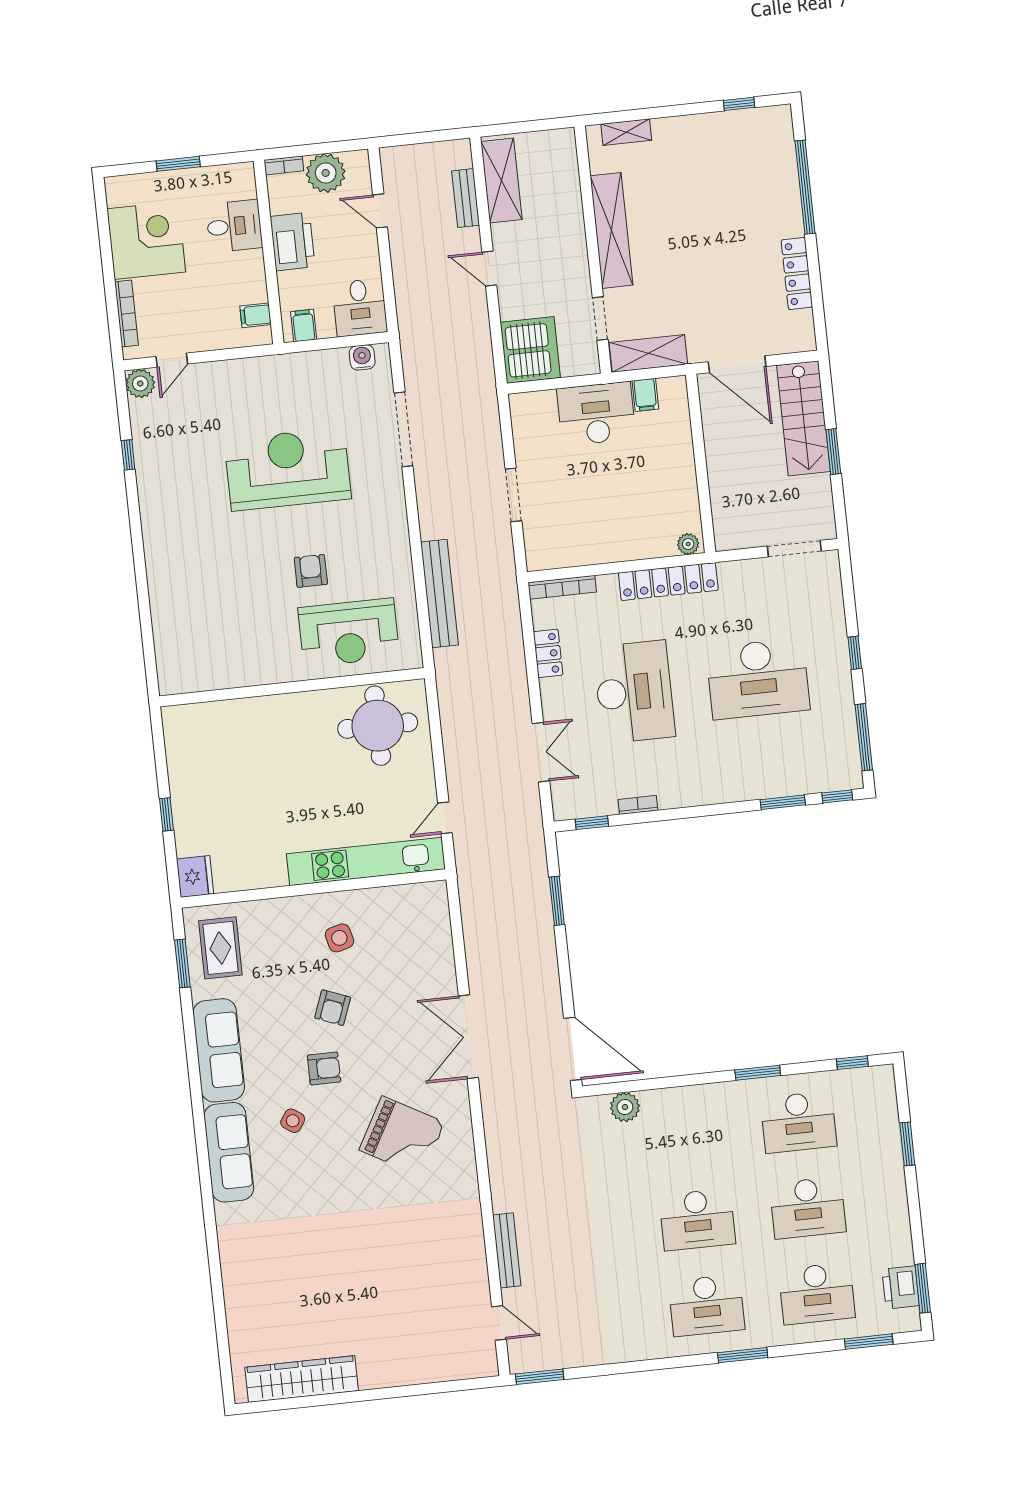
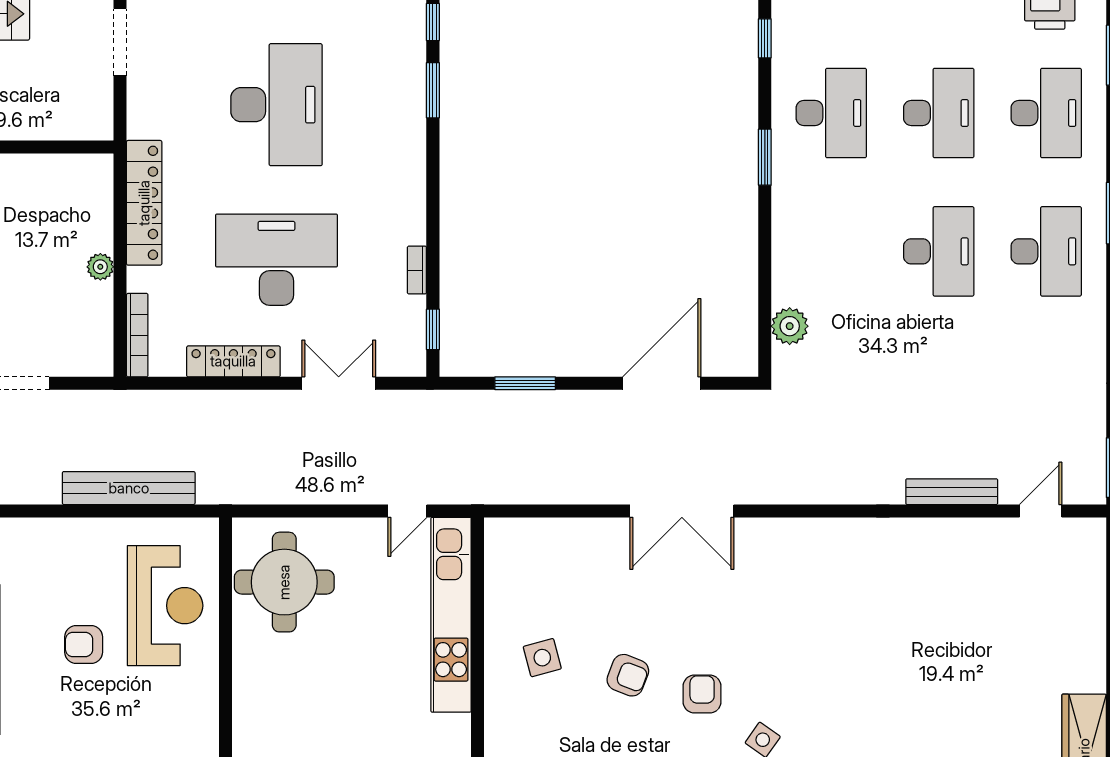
plant: (688, 544) -> (100, 267), moved
locker: (548, 653) -> (233, 361), width x1.53
door: (445, 818) -> (407, 511), hinge flipped
door: (573, 1049) -> (662, 383), moved
grand piano: (402, 1136) -> (796, 606), removed

